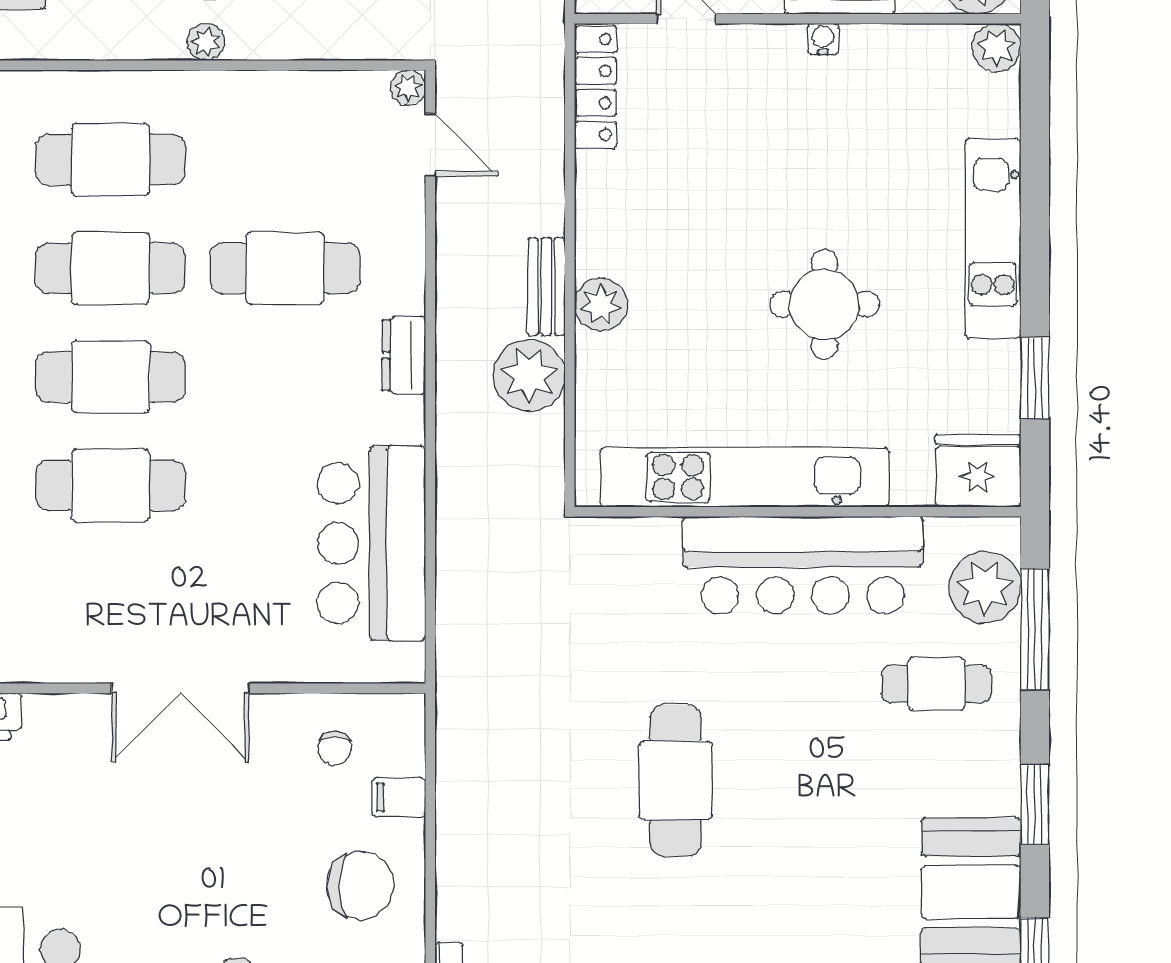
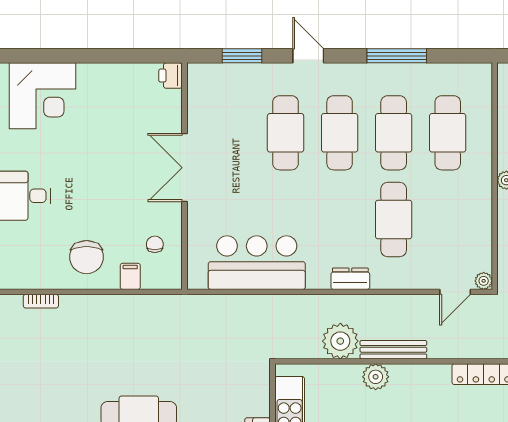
bench: (546, 287) -> (393, 350), width x1.36
chair: (335, 748) -> (155, 244), turned 90

